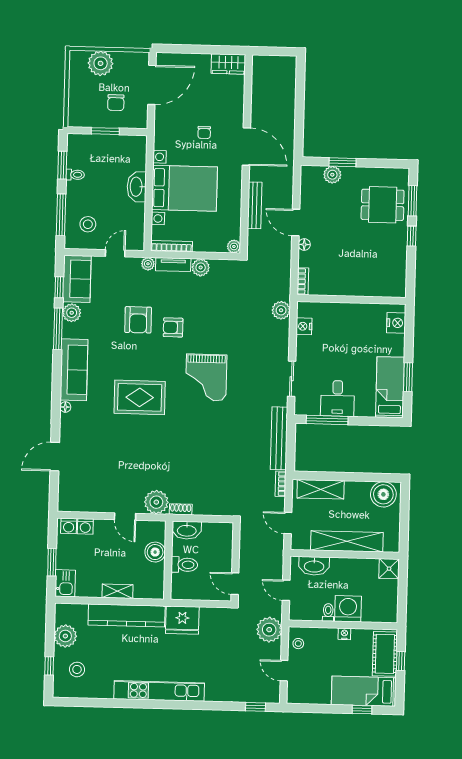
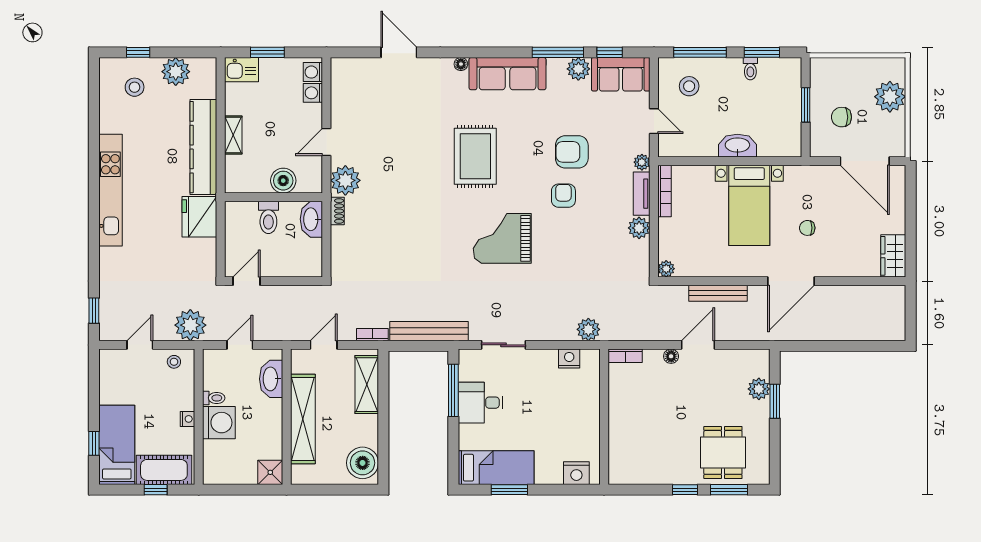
bed with nightstands: (185, 188) -> (749, 205), width x0.73

